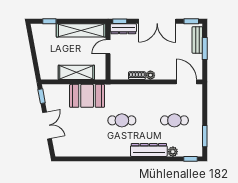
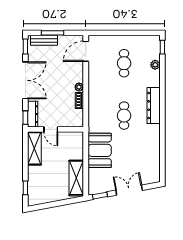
shelving: (81, 30) -> (34, 148), width x0.68
shelving: (76, 72) -> (76, 178), moved
window: (205, 136) -> (140, 33), removed
dresser: (149, 150) -> (154, 106), moved

